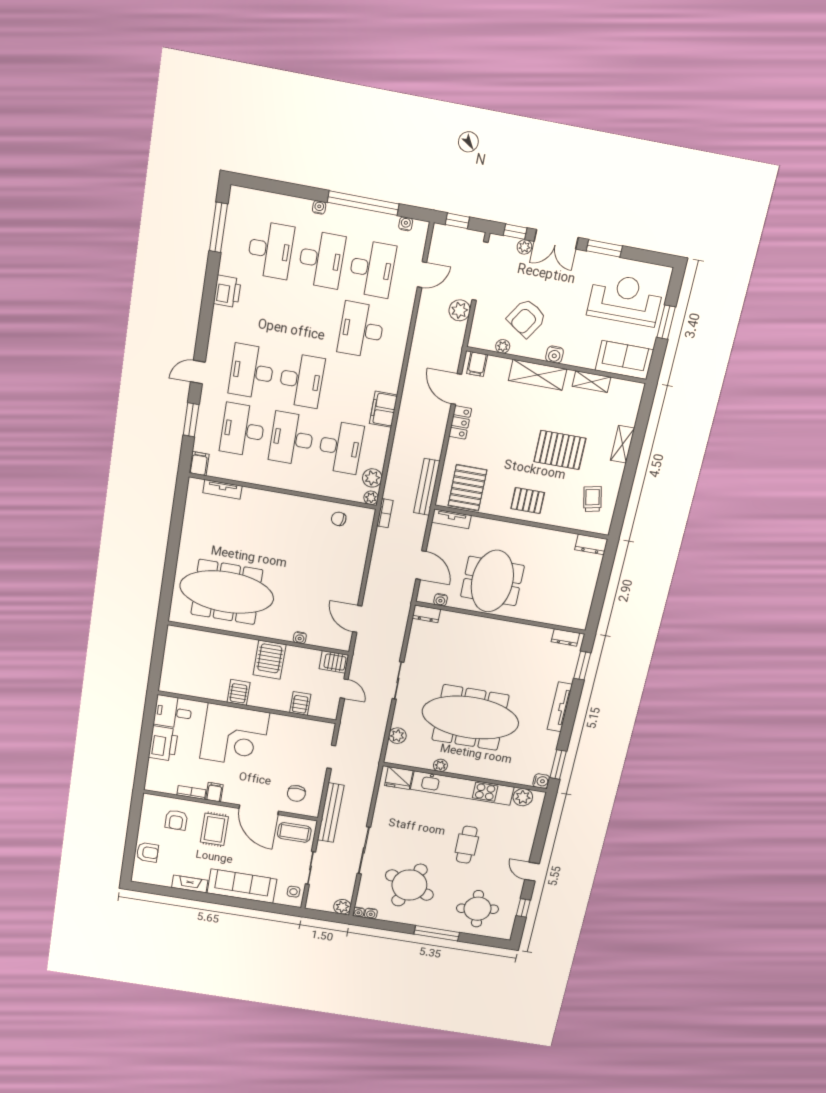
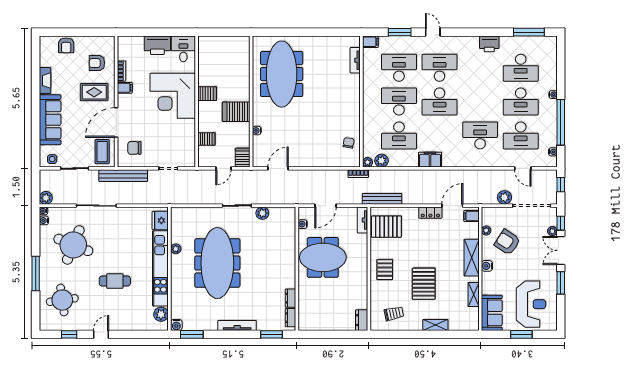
dresser: (426, 614) -> (290, 298), moved
plant: (397, 736) -> (262, 213), moved

